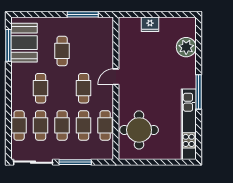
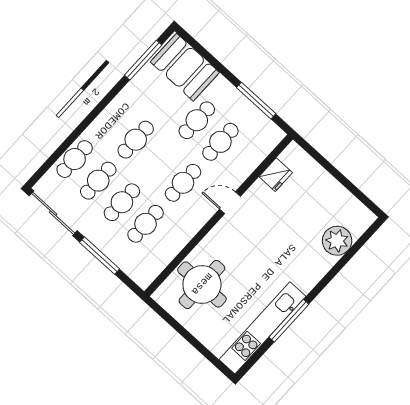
fridge: (150, 24) -> (276, 175), moved, turned -90
booth: (24, 43) -> (185, 67), moved, turned 90
window: (199, 92) -> (289, 321), moved
cafe table: (105, 125) -> (220, 142), moved

